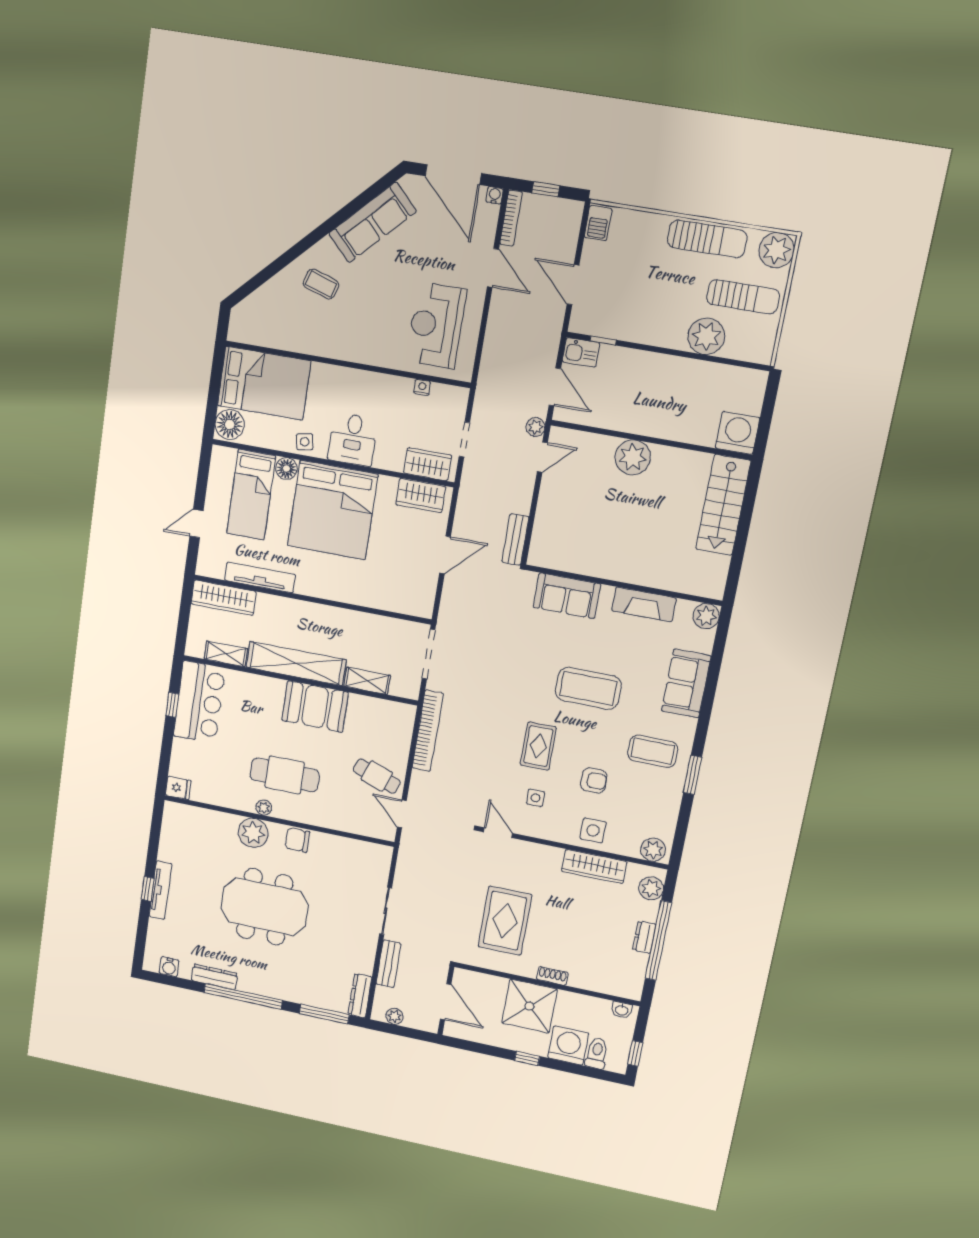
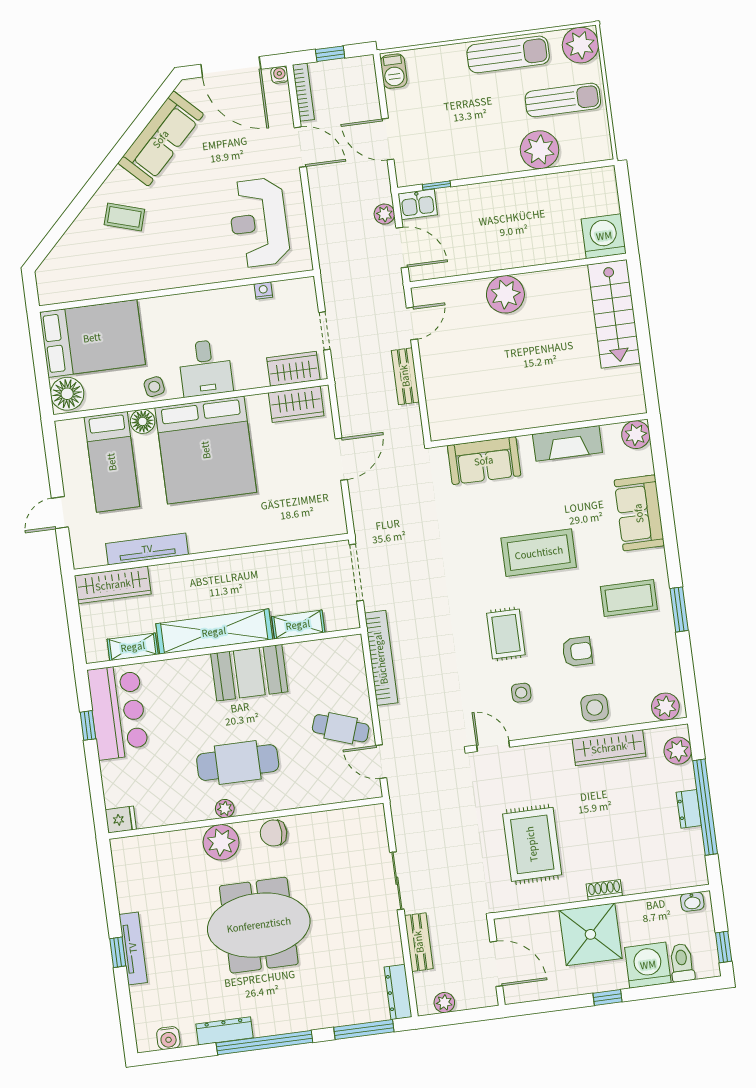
plant: (536, 427) -> (384, 214), moved
bench: (515, 540) -> (405, 376), moved

